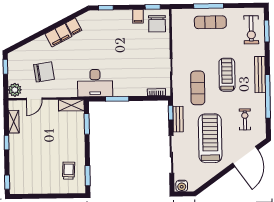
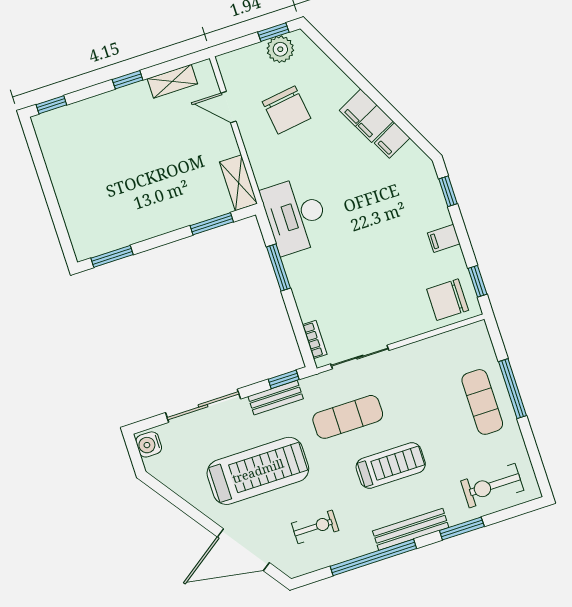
filing cabinet: (138, 16) -> (444, 238), moved
window: (267, 31) -> (462, 529), moved
plant: (15, 90) -> (280, 49), moved
trolley: (69, 171) -> (110, 217), removed

